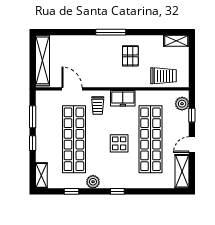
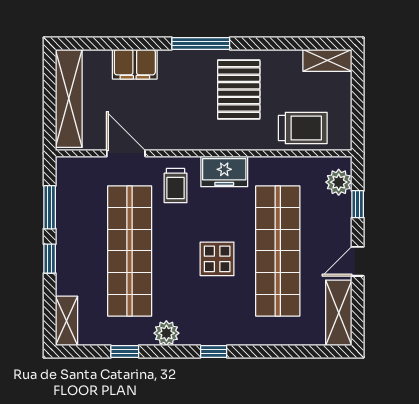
filing cabinet: (77, 43) -> (135, 64), added
pallet: (130, 56) -> (239, 89), width x1.50, depth x1.42

